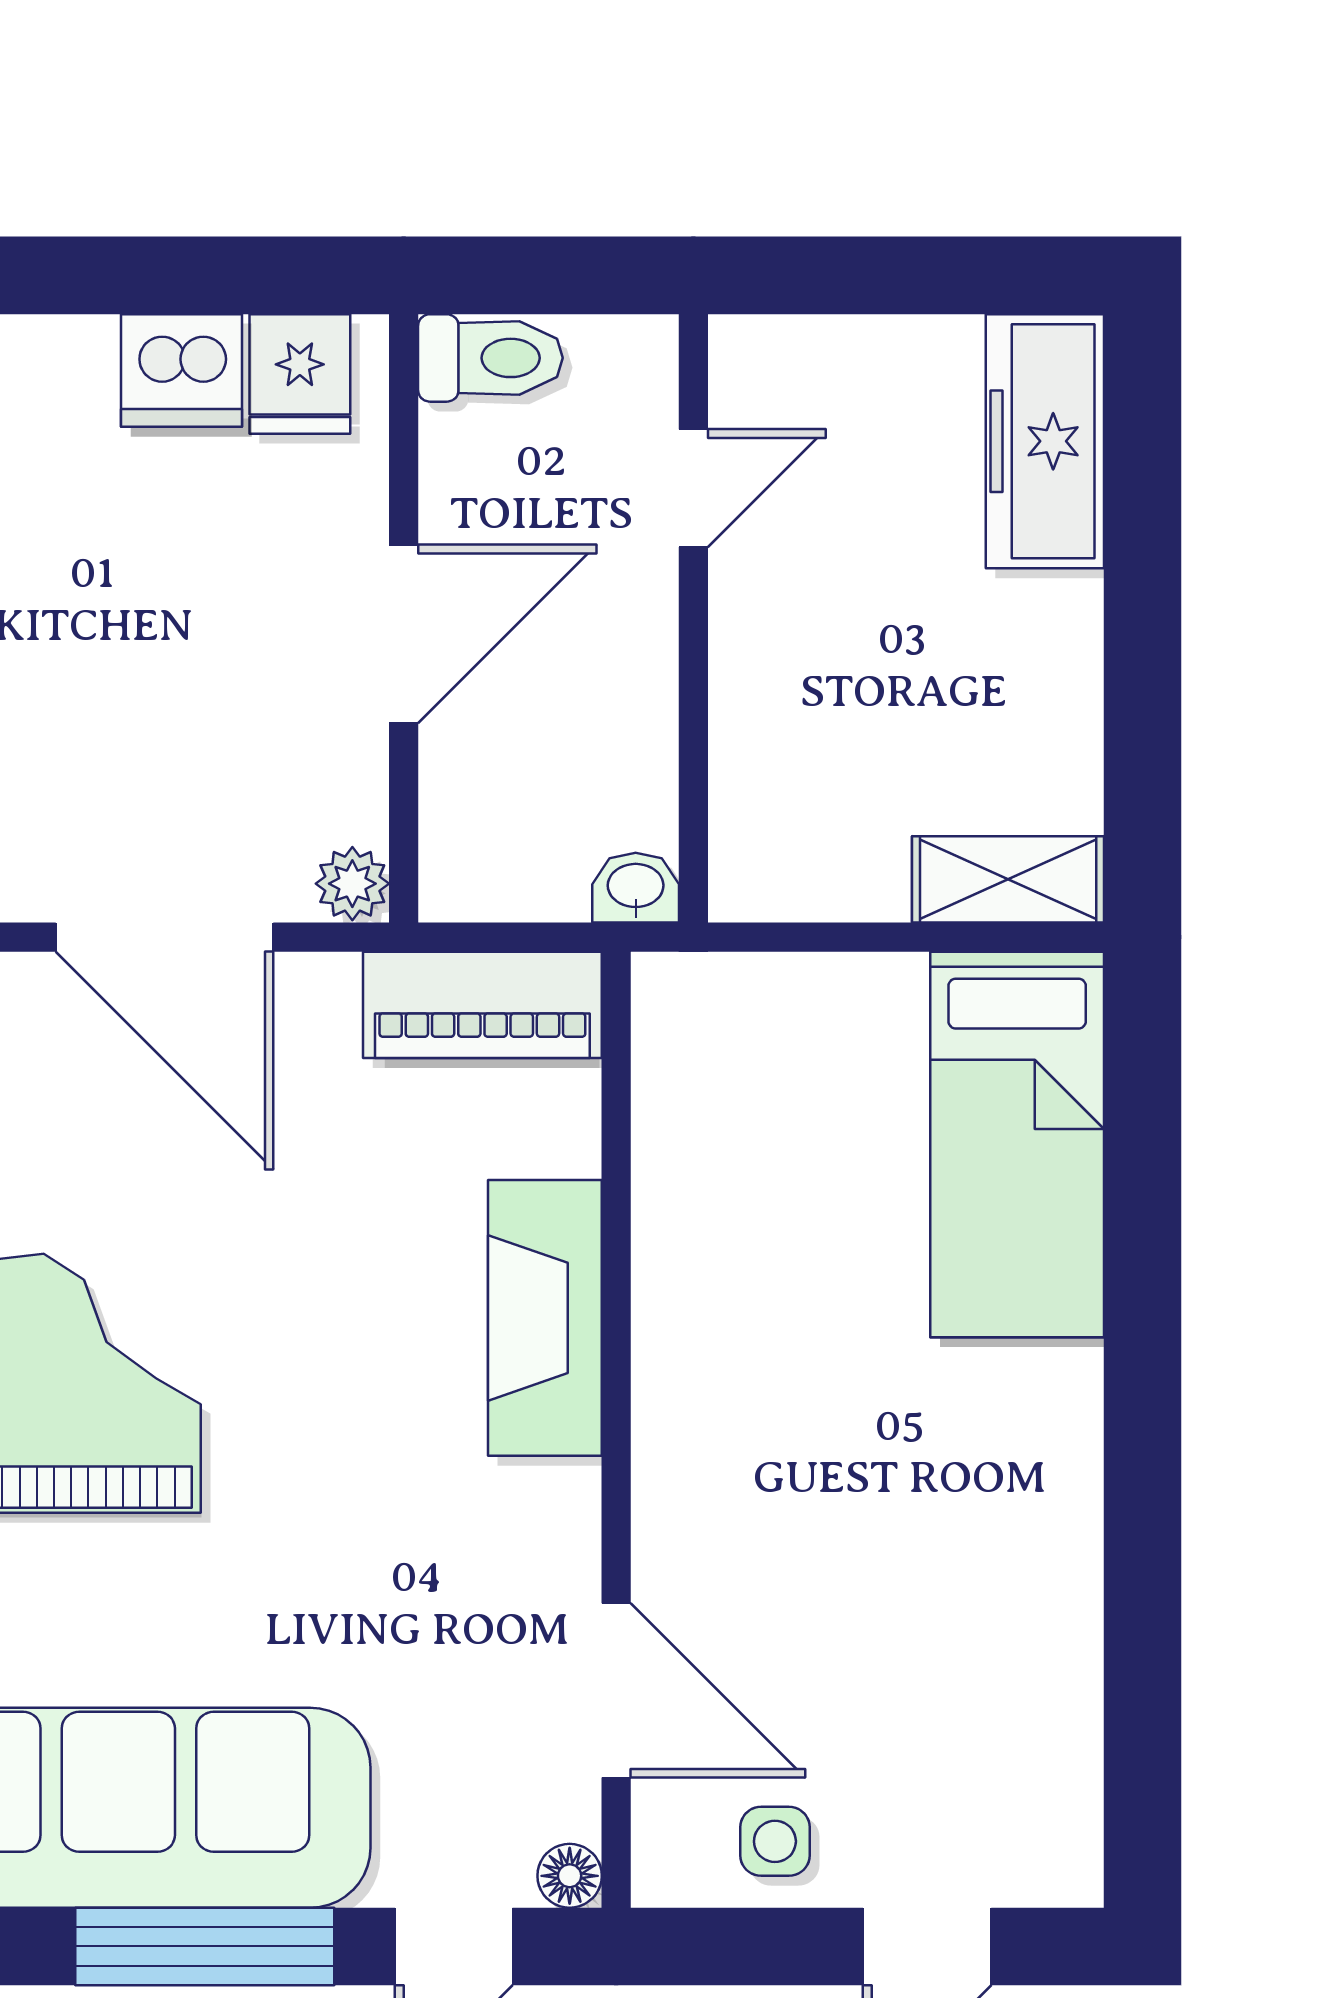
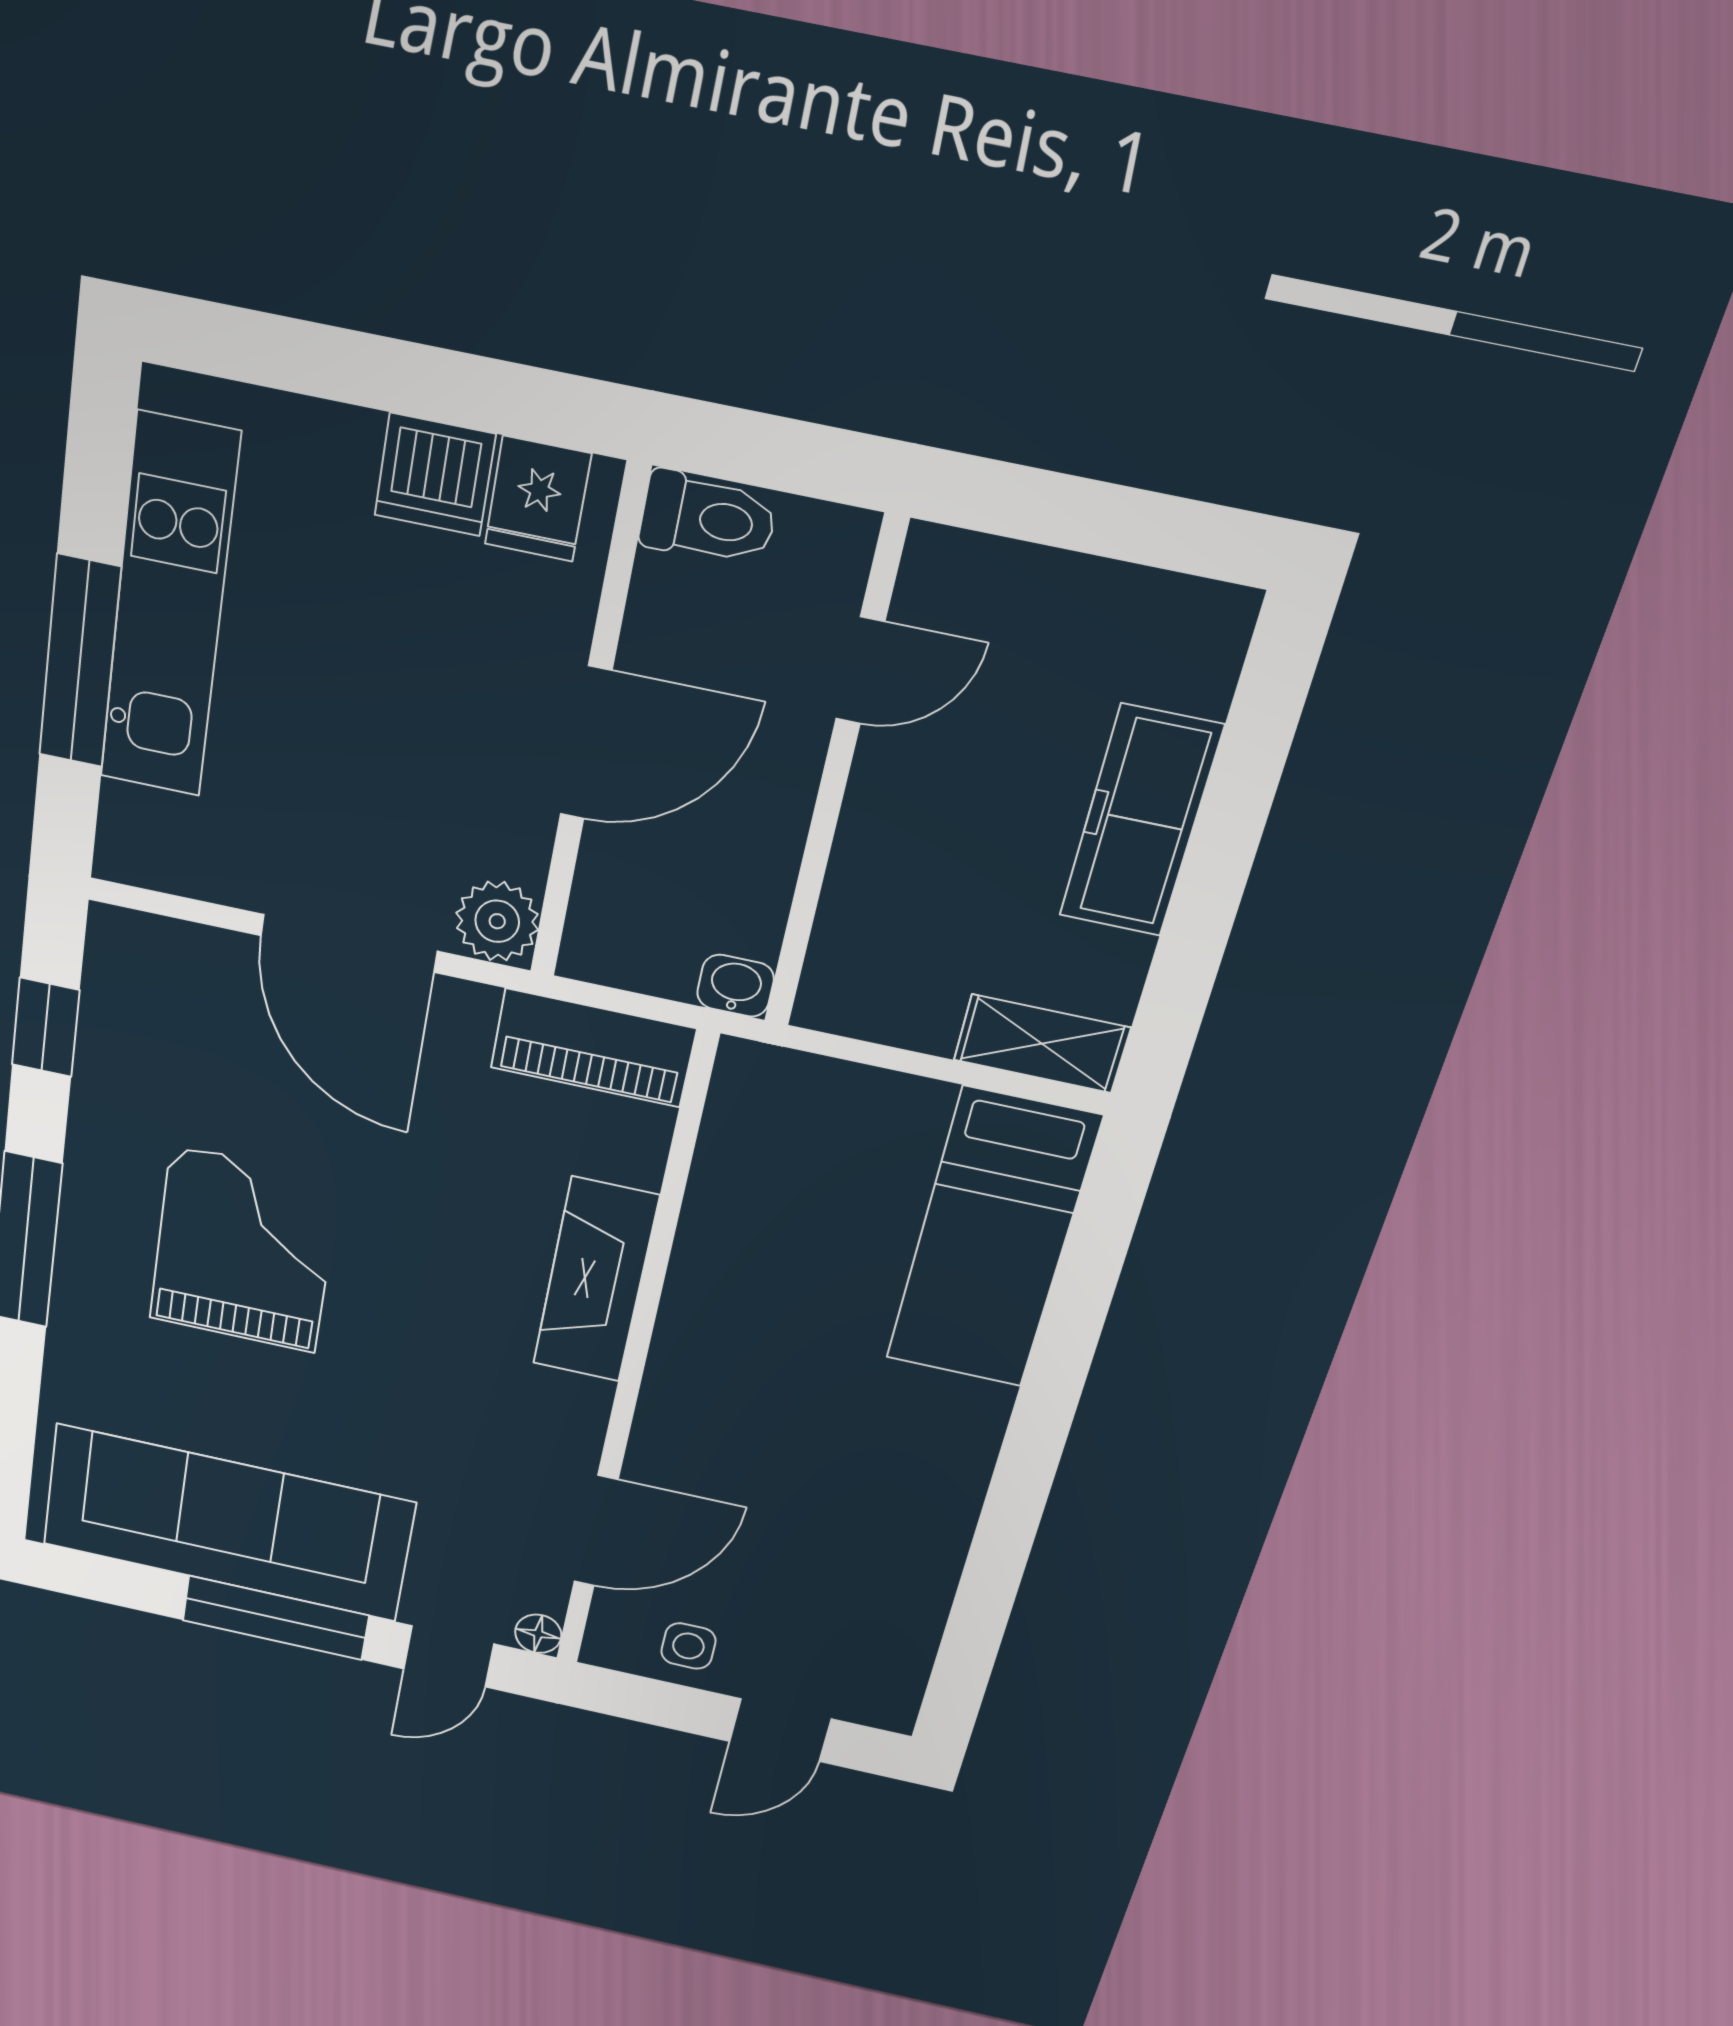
freezer: (1045, 441) -> (1141, 821), moved
plant: (352, 884) -> (497, 921), width x1.38, depth x1.38
door: (616, 1690) -> (596, 1531), hinge flipped

